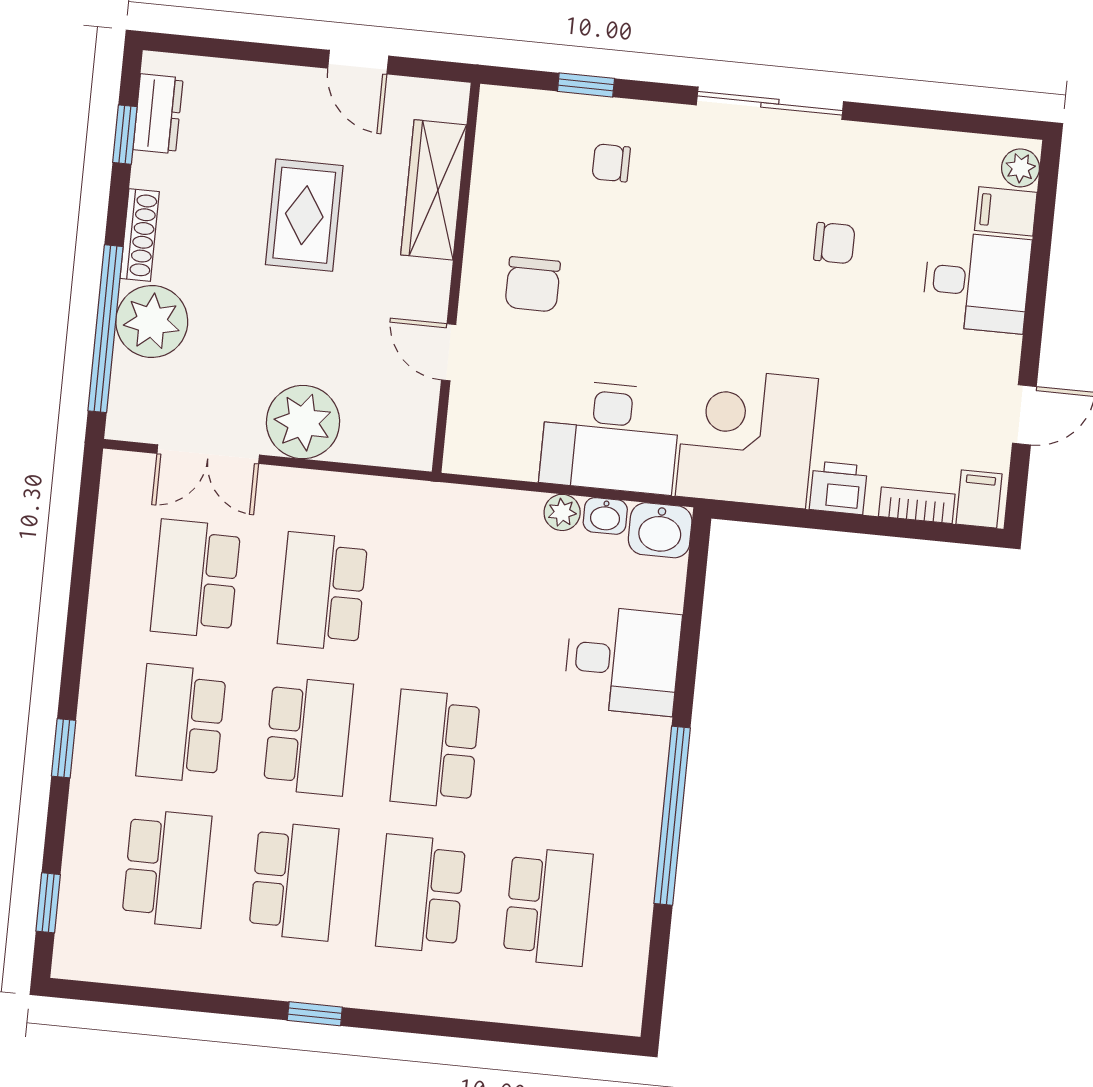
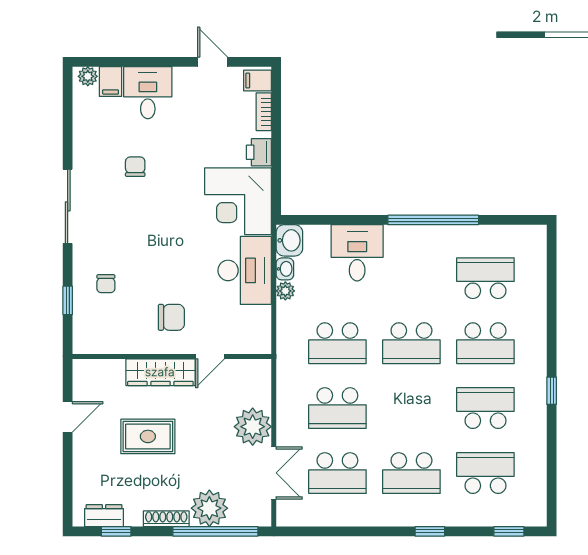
wardrobe: (434, 190) -> (160, 372), moved
school desk: (308, 736) -> (337, 343), moved, turned 180

